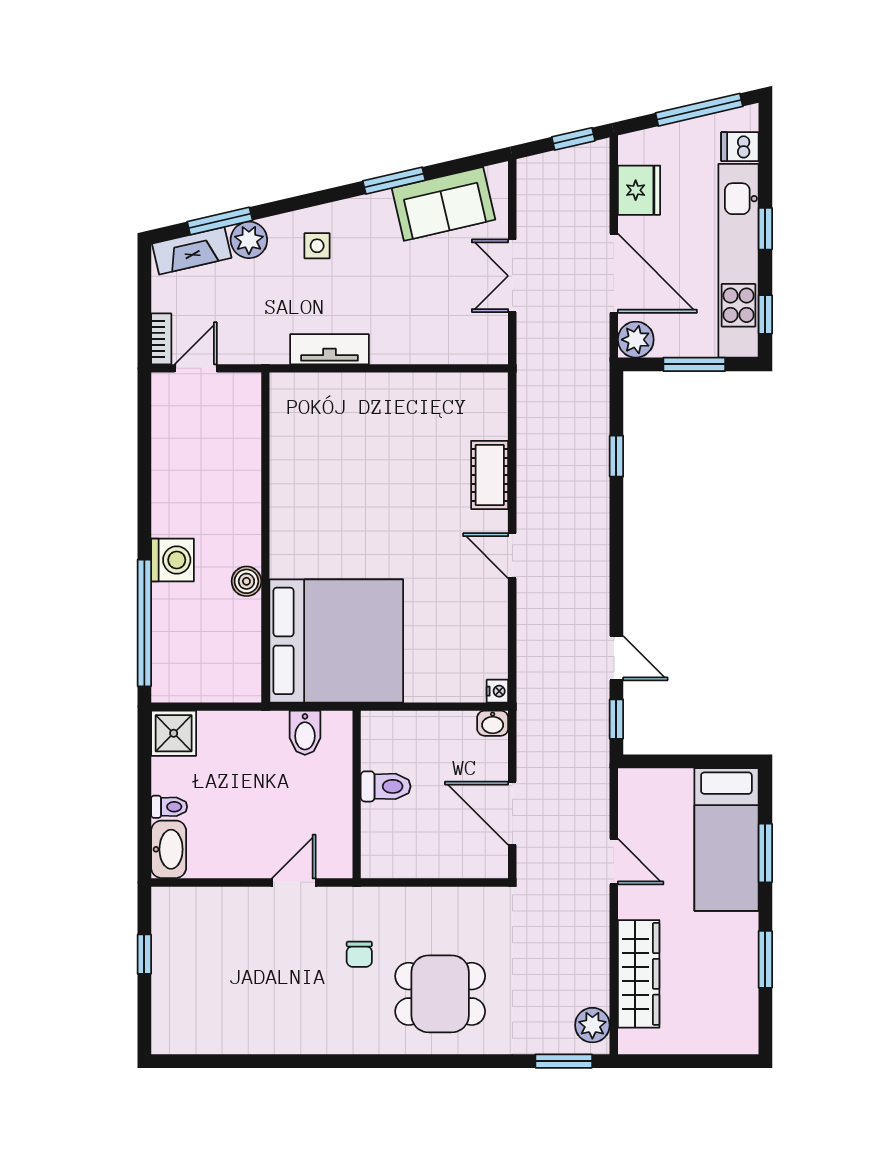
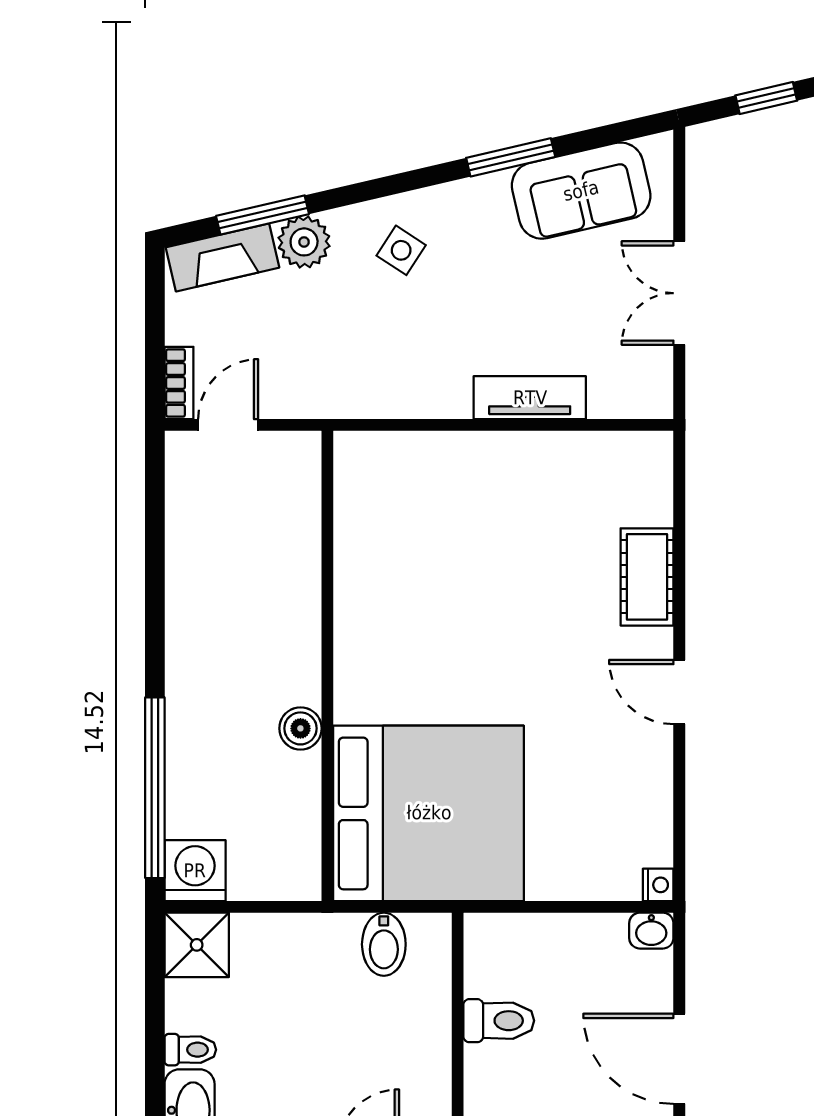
side table: (317, 246) -> (401, 250), turned 33
tv unit: (329, 349) -> (530, 398), moved
washing machine: (172, 560) -> (195, 871), moved, turned -90

